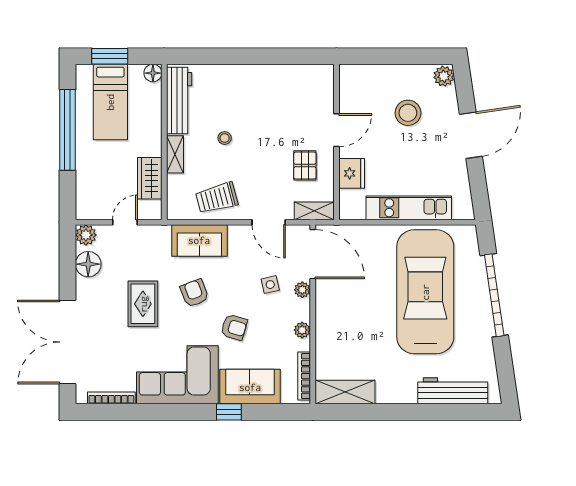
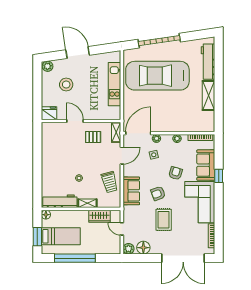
fridge: (352, 173) -> (49, 113), moved
rug: (143, 304) -> (164, 220), turned 90
shelving: (345, 392) -> (209, 95), moved

